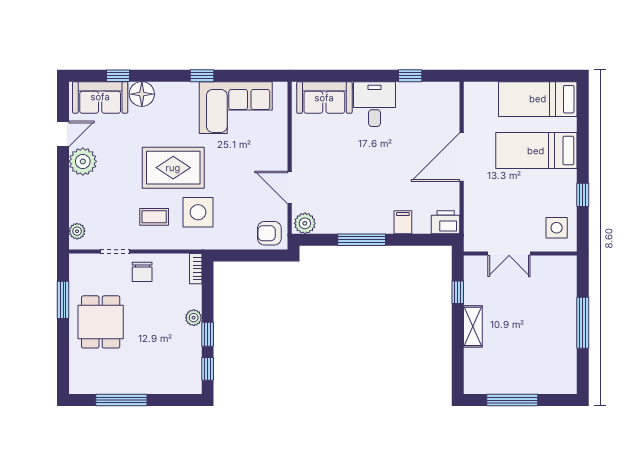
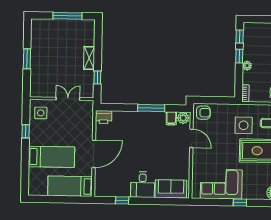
bed: (538, 99) -> (70, 186), moved, turned 180
filing cabinet: (403, 222) -> (171, 118), moved
window: (583, 323) -> (27, 59), width x0.69

